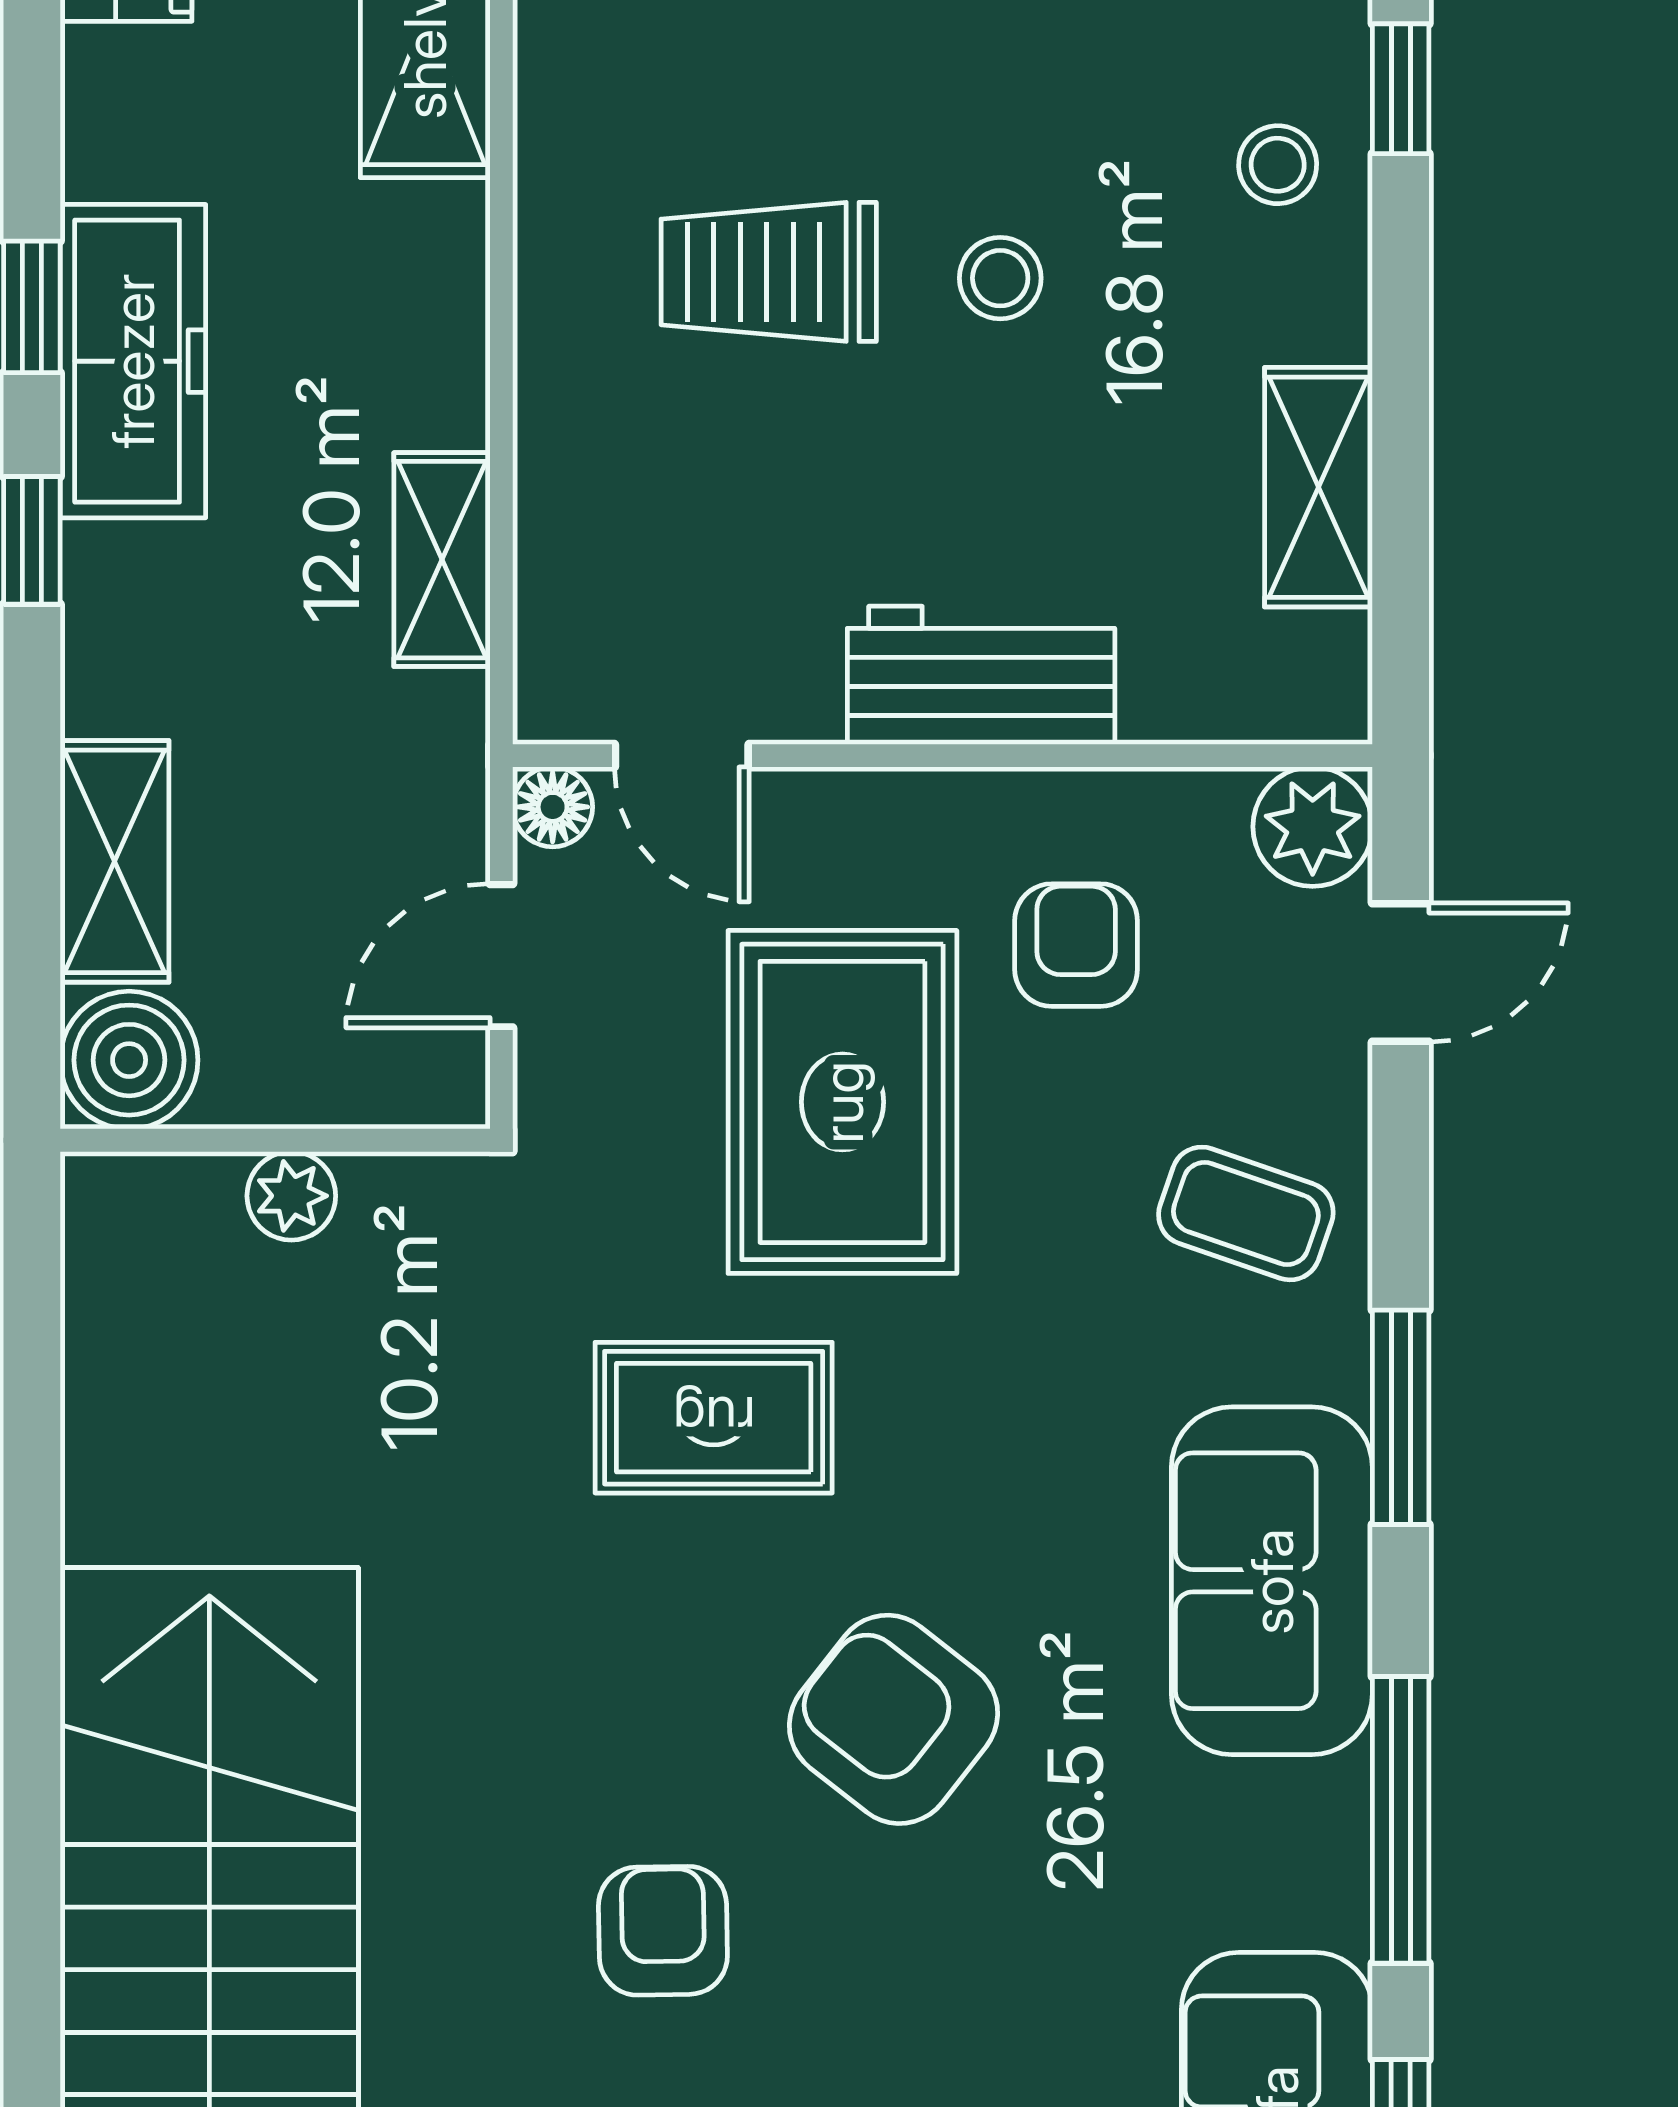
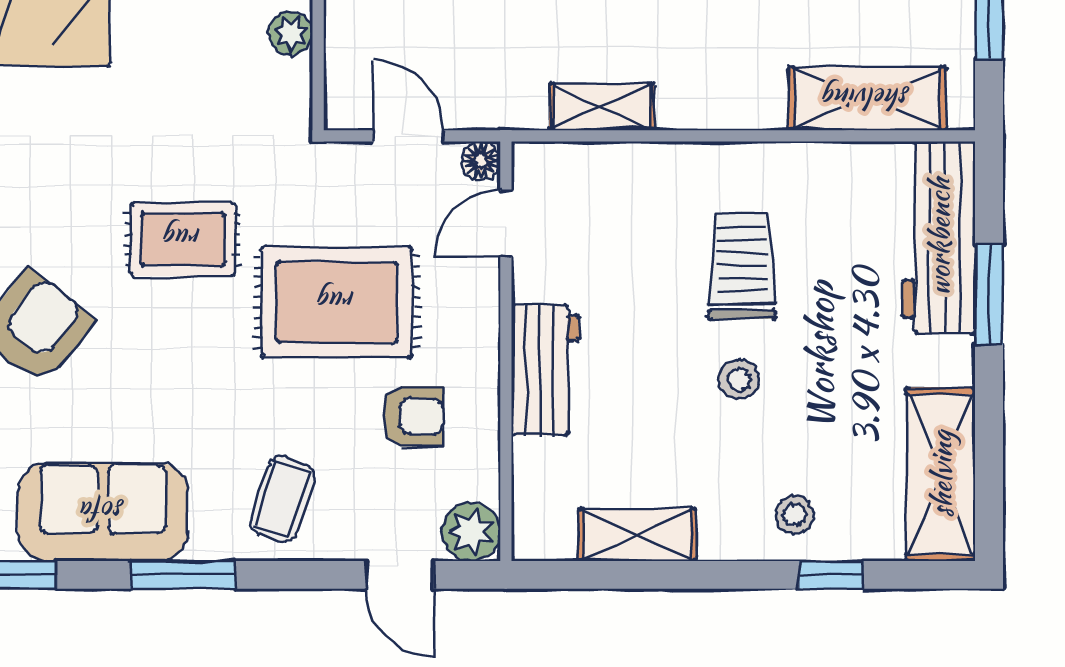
rug: (714, 1418) -> (183, 239), turned 90

